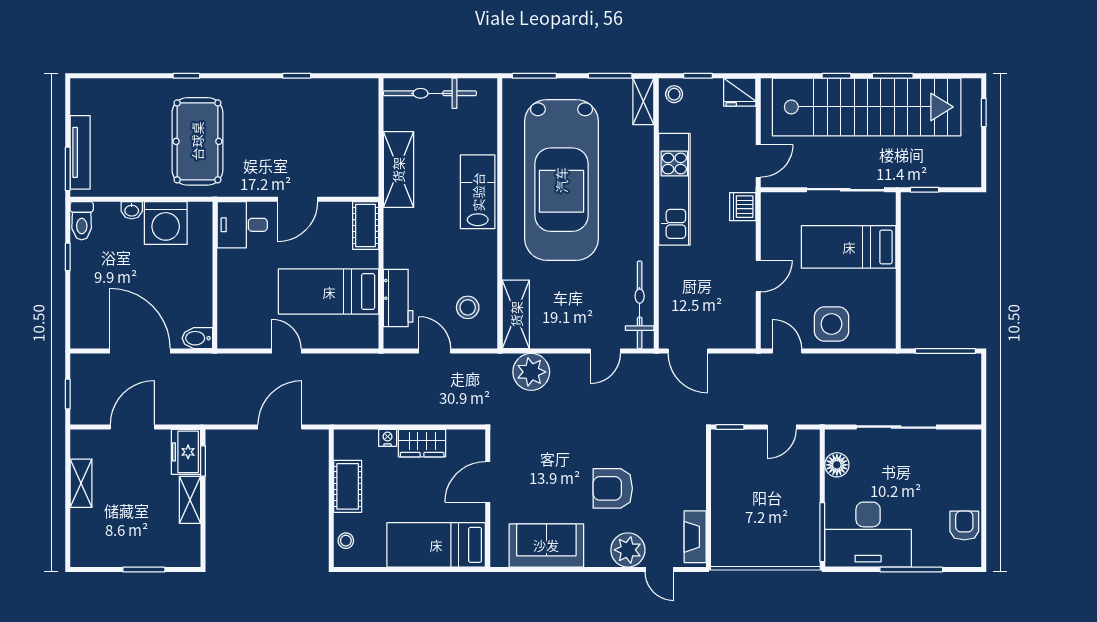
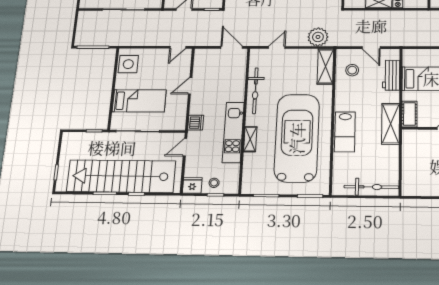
stool: (674, 94) -> (214, 183), moved
shelving: (643, 101) -> (250, 139), moved
shelving: (398, 170) -> (391, 124), moved
bicycle: (640, 305) -> (255, 91), moved
side table: (832, 324) -> (128, 64), moved
door: (787, 351) -> (178, 47), hinge flipped

